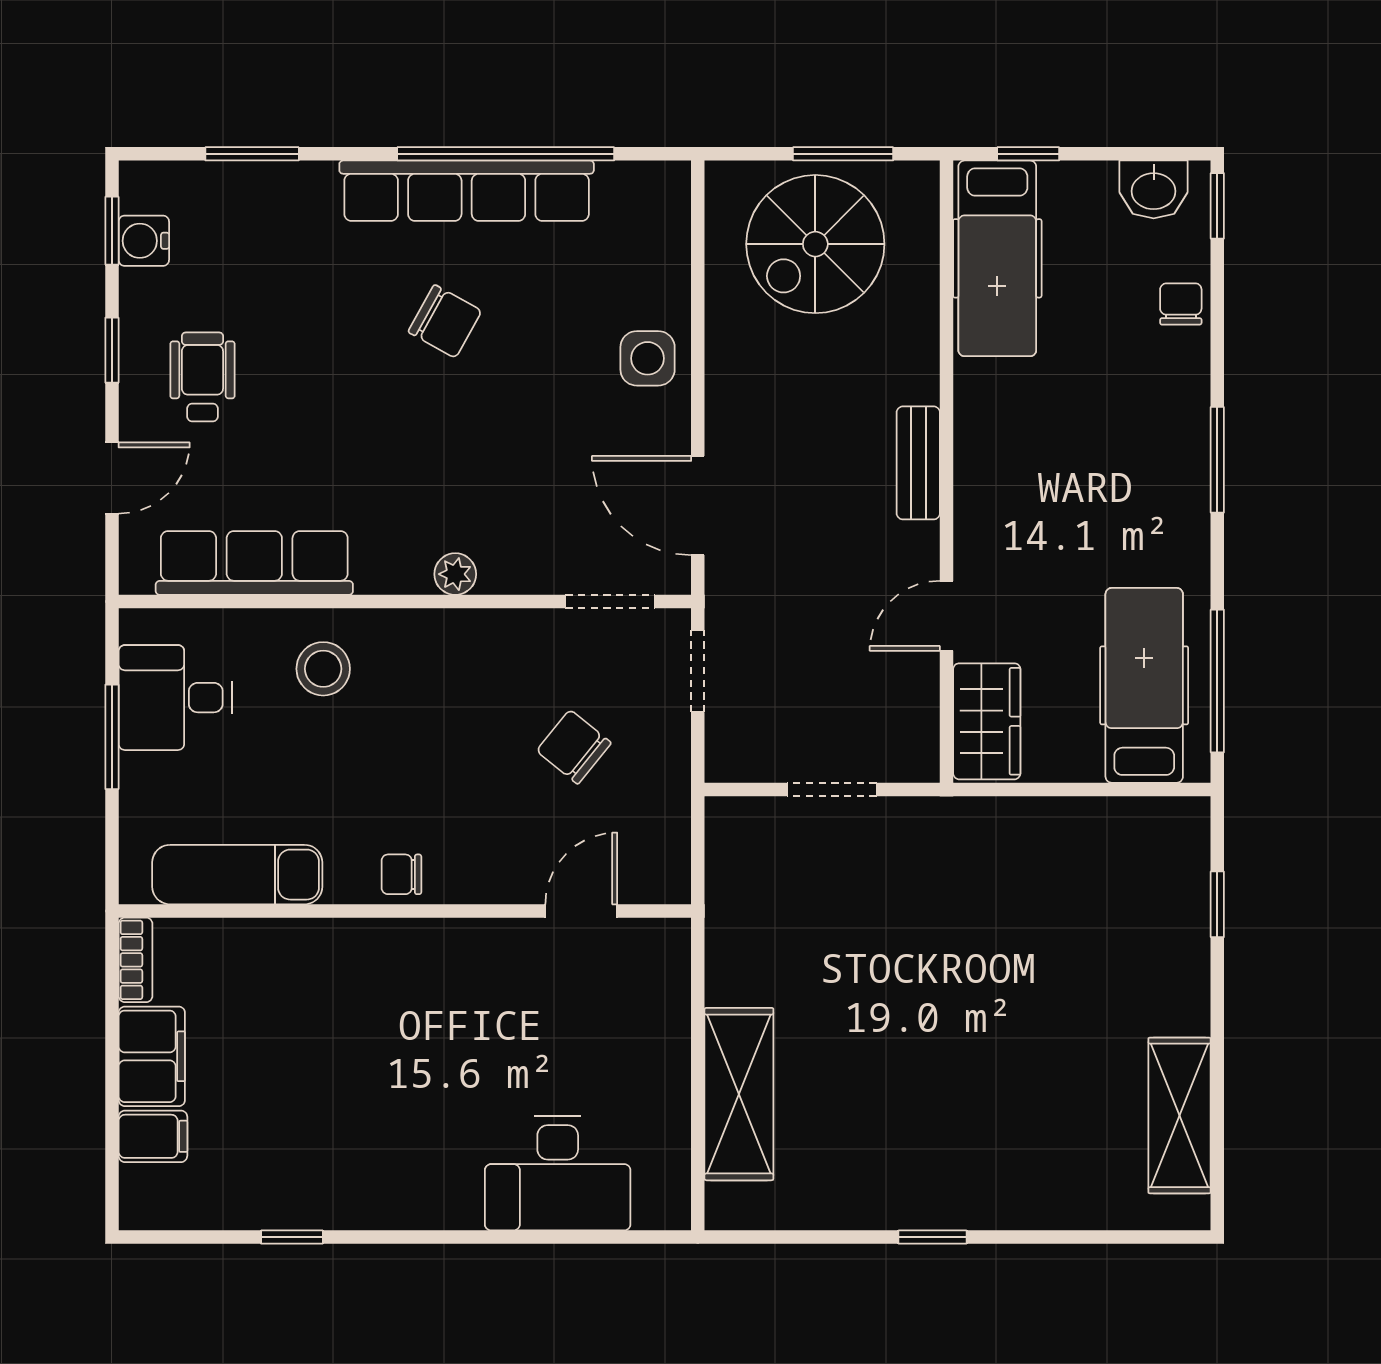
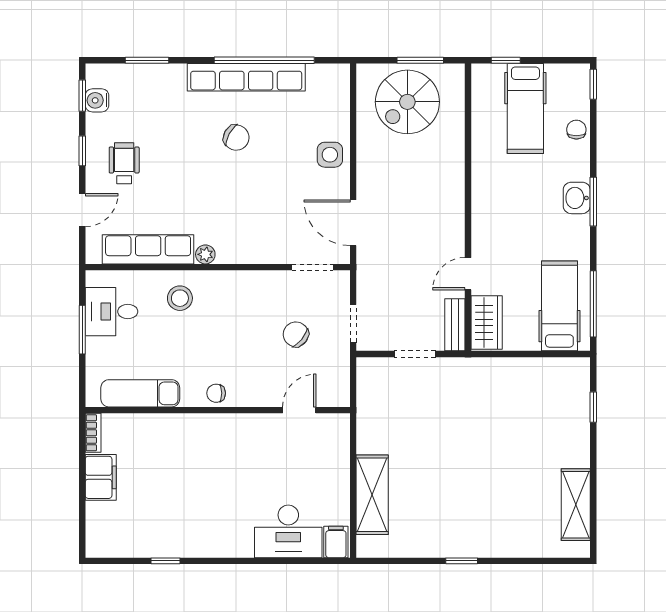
washbasin: (1154, 189) -> (577, 198), moved, turned 90
hospital bed: (997, 258) -> (525, 108), moved
bench: (918, 463) -> (455, 325), moved
plant: (455, 574) -> (205, 254), moved
doorway: (698, 671) -> (353, 324), moved
filing cabinet: (153, 1136) -> (336, 542), moved, turned -90

